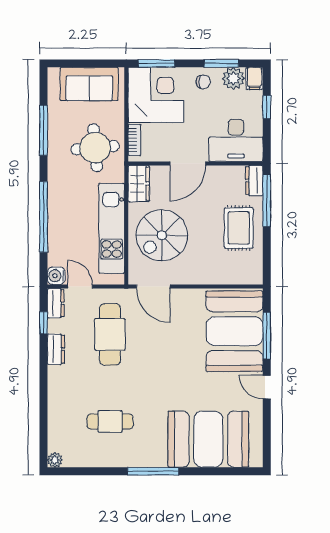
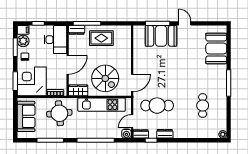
door: (188, 163) -> (68, 65), hinge flipped
booth: (235, 331) -> (161, 36), width x0.73, depth x0.70
door: (267, 387) -> (185, 23), swing flipped
booth: (208, 439) -> (216, 48), width x0.73, depth x0.70

